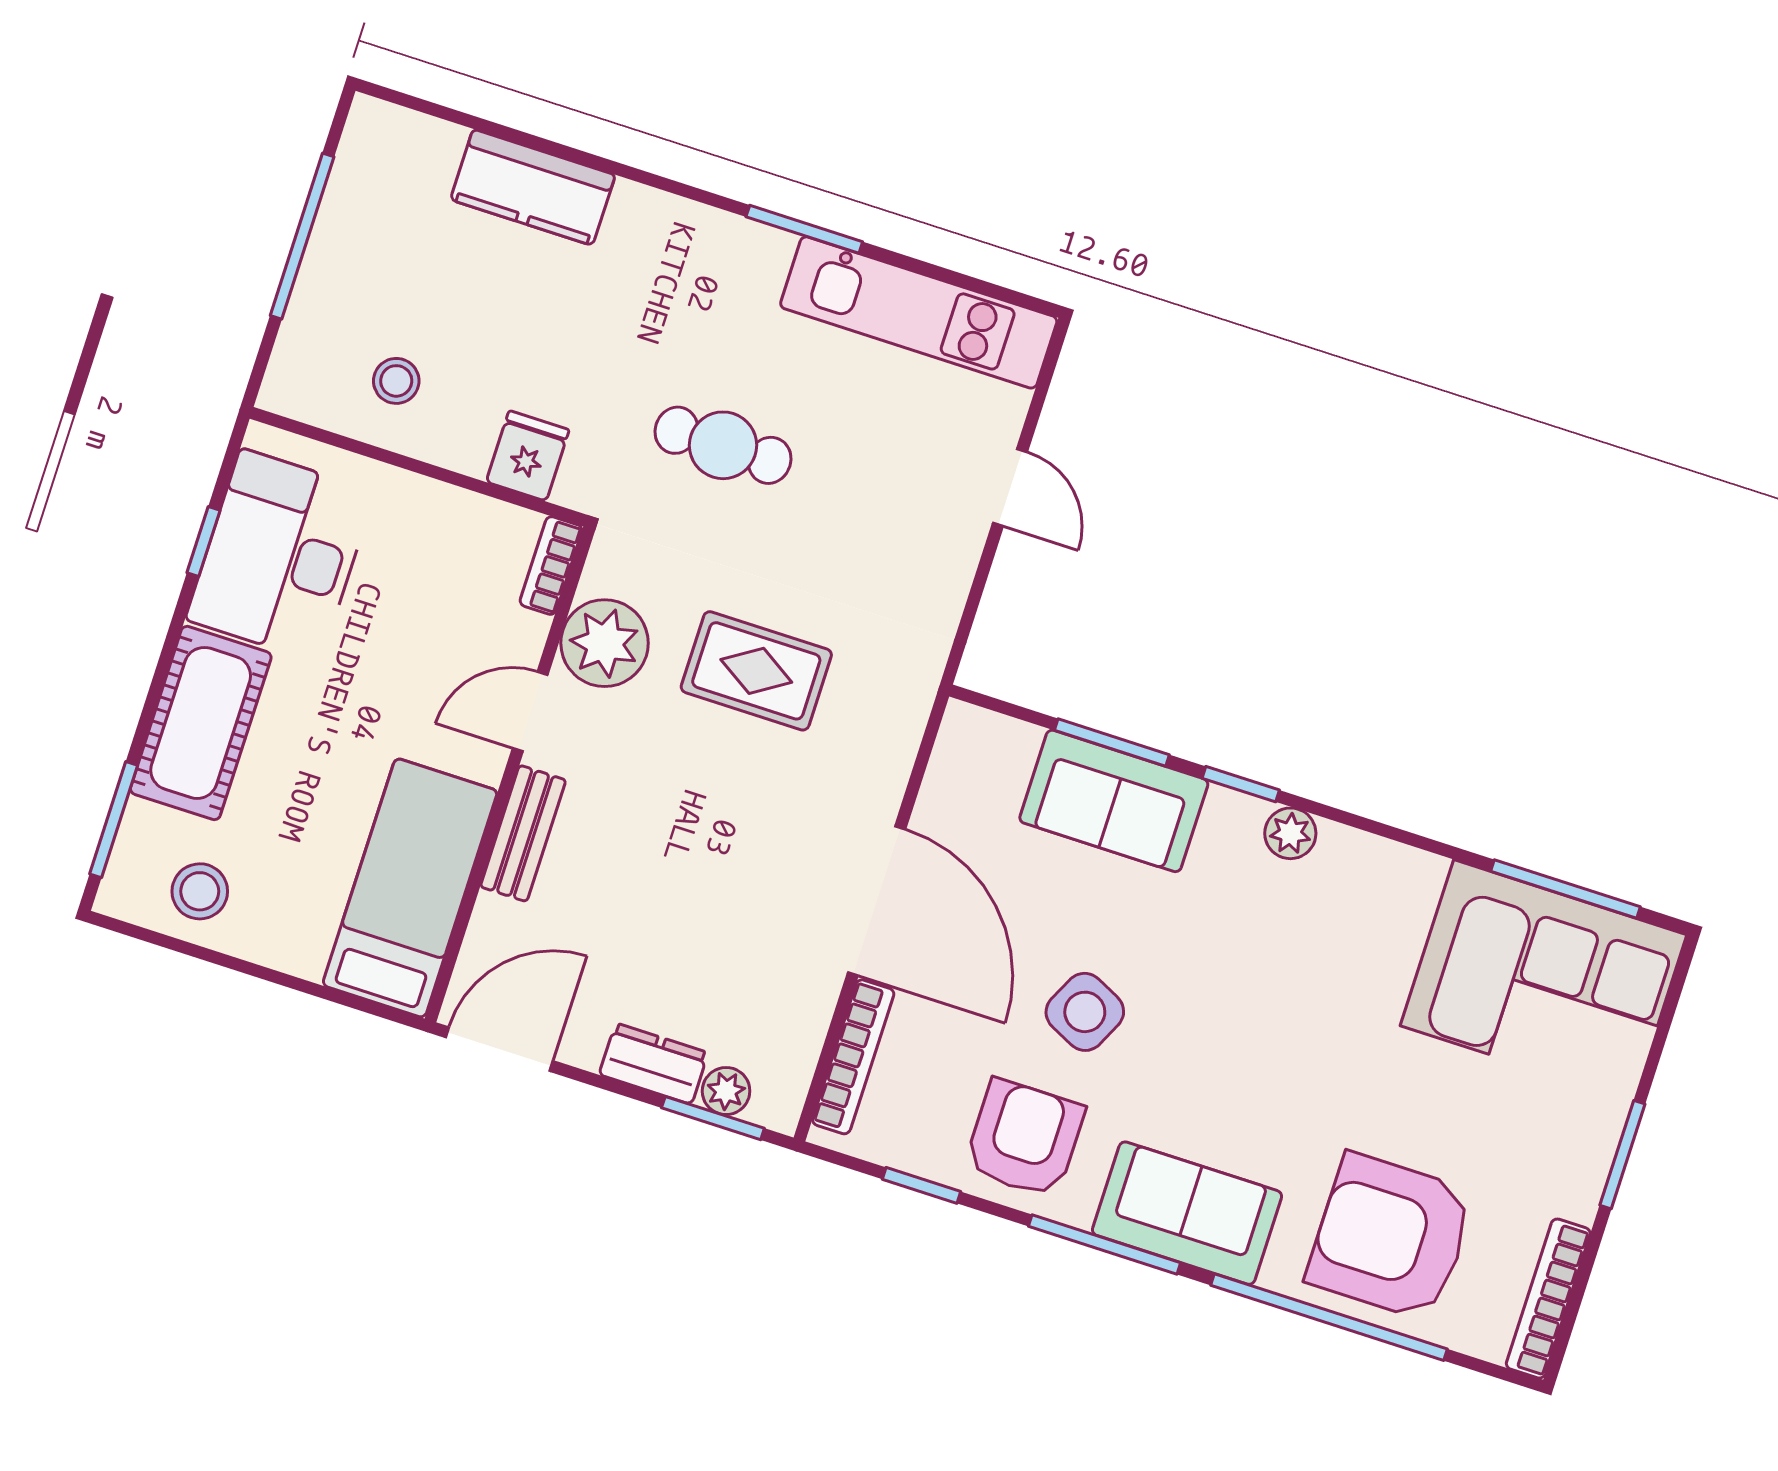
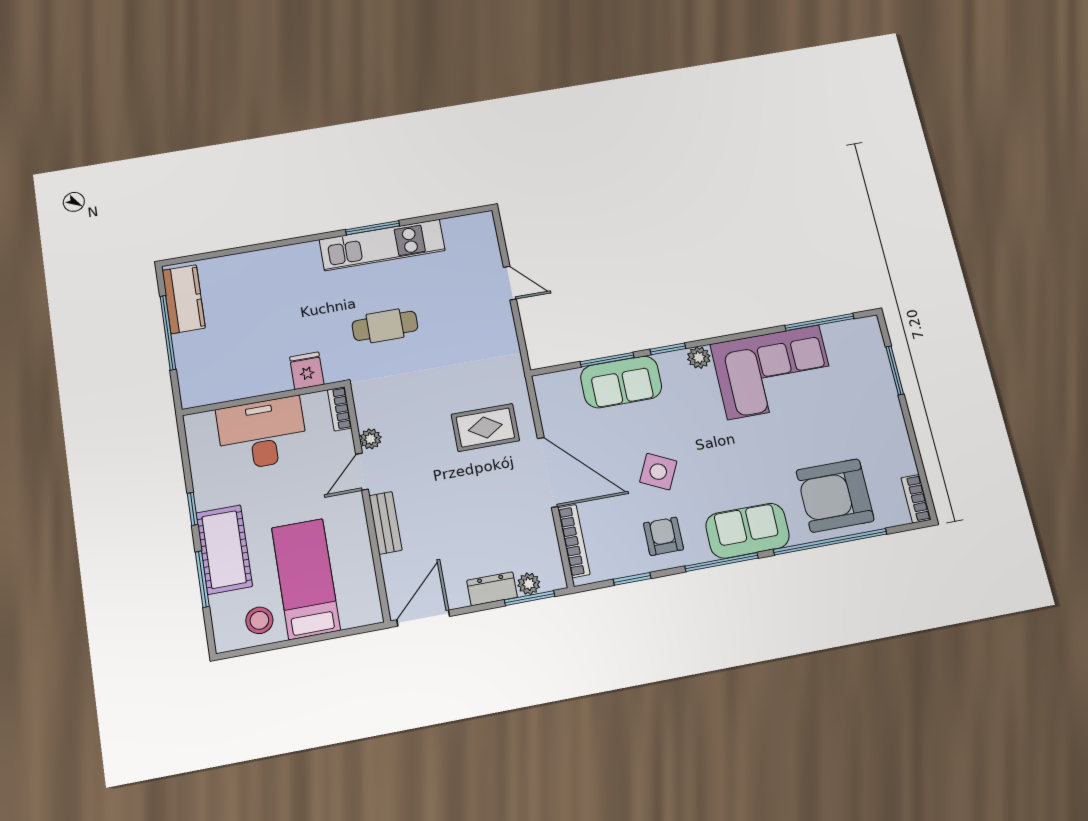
kitchen counter: (533, 187) -> (184, 299), moved, turned -90
kitchen unit: (919, 312) -> (382, 245), moved
stool: (396, 381) -> (237, 369), removed
window: (203, 541) -> (192, 509), moved
desk: (280, 555) -> (262, 434), moved, turned 90
plant: (605, 643) -> (370, 439), width x0.53, depth x0.53
rug: (756, 671) -> (485, 427), moved
window: (114, 820) -> (202, 579), moved
bed: (410, 888) -> (306, 579), moved
corner sofa: (1544, 980) -> (773, 372), moved
armchair: (1024, 1138) -> (663, 536), width x0.72, depth x0.72
window: (1622, 1155) -> (895, 370), moved
bookcase: (1548, 1299) -> (916, 499), width x0.64

